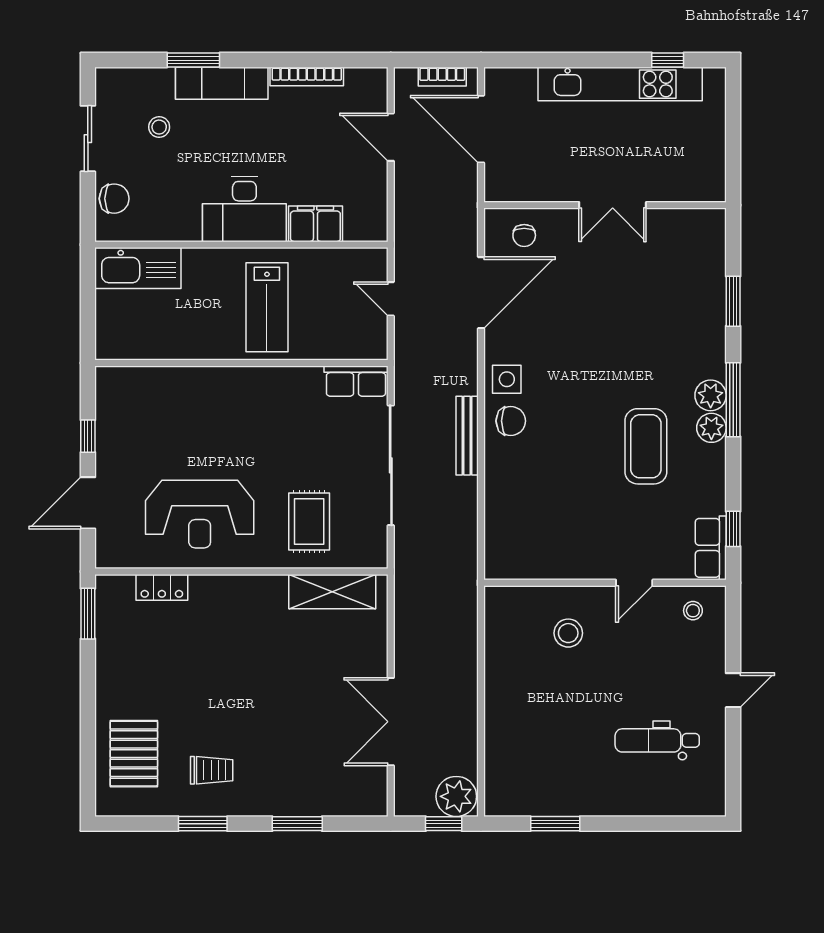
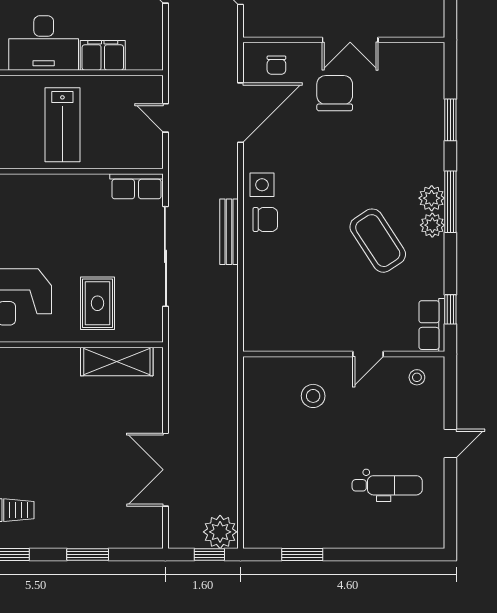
chair: (594, 269) -> (335, 93), added
coffee table: (646, 446) -> (378, 241), turned -33
dental chair: (657, 740) -> (387, 485), turned 180

